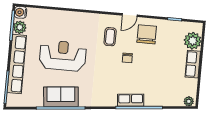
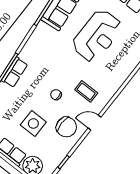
door: (130, 15) -> (95, 123), hinge flipped
side table: (160, 61) -> (33, 123), added

